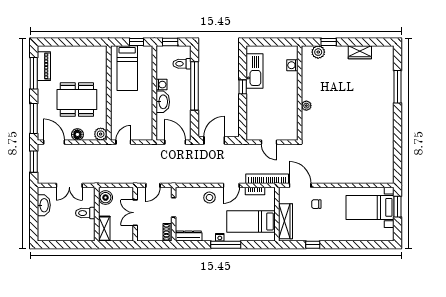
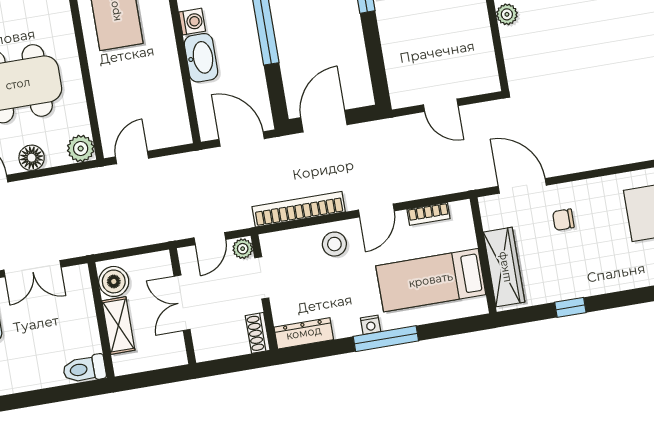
bookcase: (267, 179) -> (299, 209), moved
plant: (167, 193) -> (243, 249), added
toilet: (85, 213) -> (84, 369), moved
shelving: (104, 229) -> (118, 326), moved

